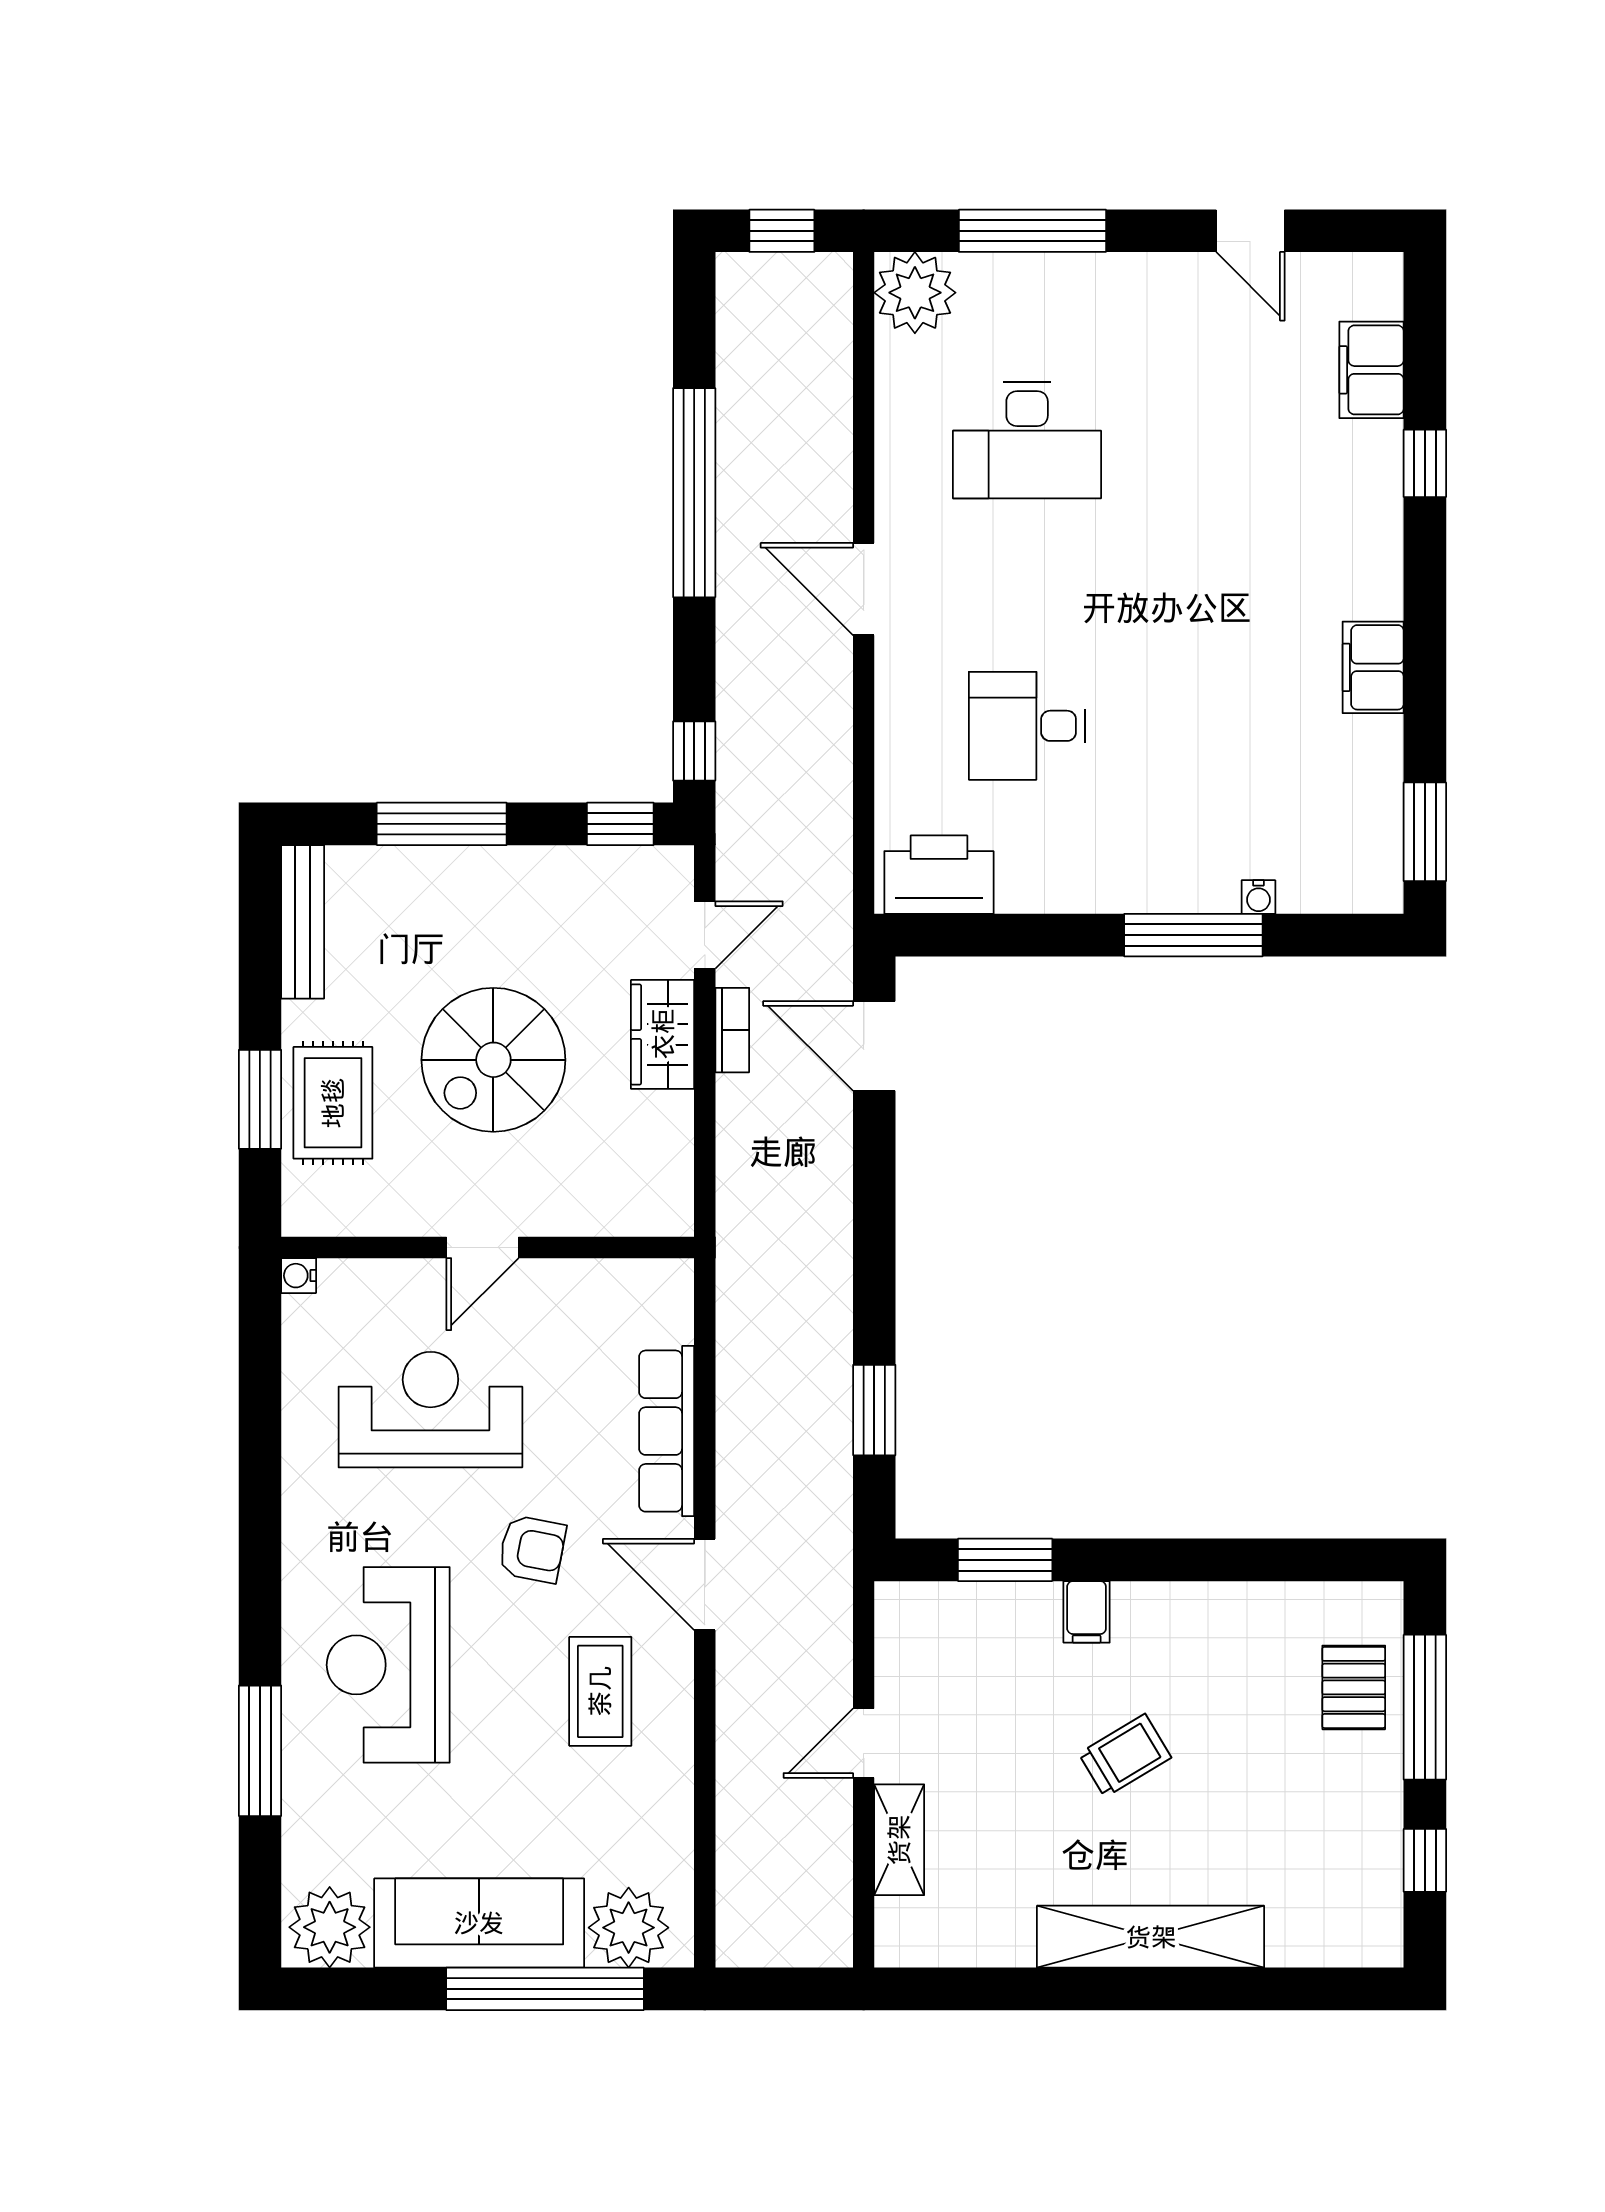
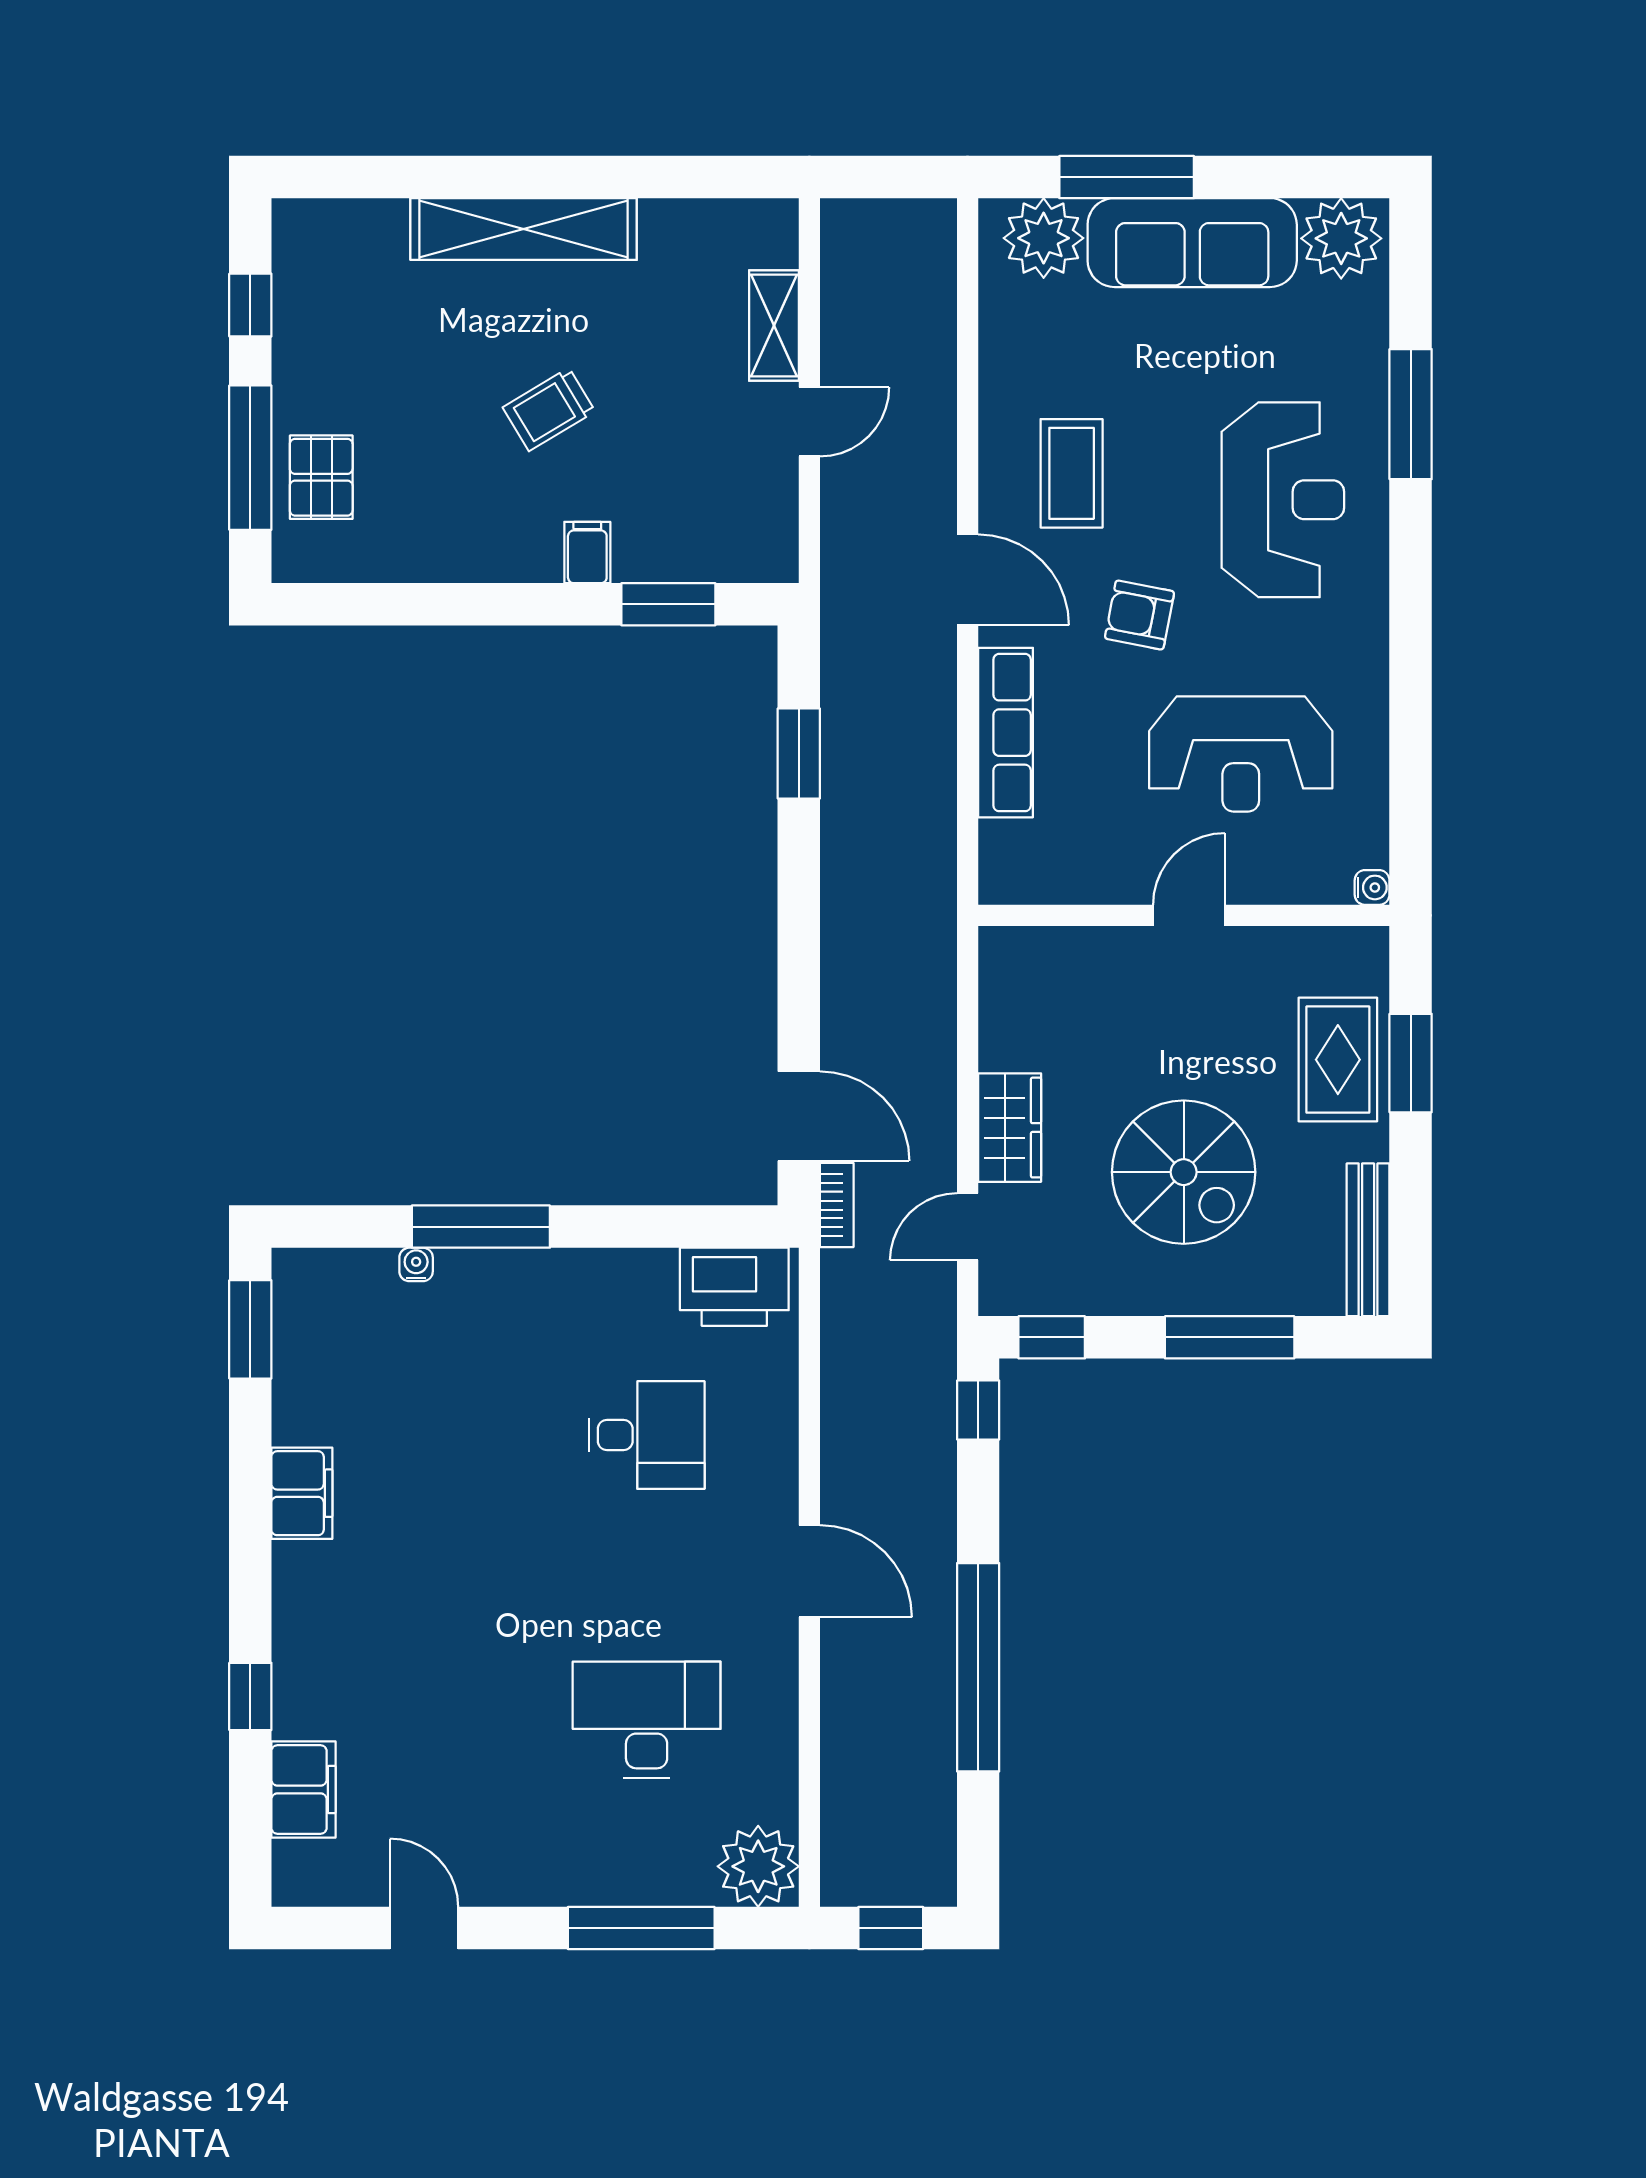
bookcase: (732, 1030) -> (837, 1205), moved, turned 180
spiral stairs: (493, 1060) -> (1184, 1172), moved, turned 90
window: (545, 1989) -> (1127, 177), width x0.68

